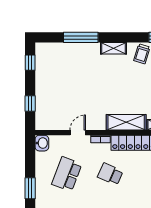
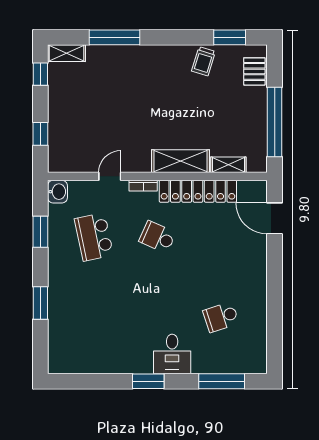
shelving: (114, 48) -> (66, 53), moved
school desk: (67, 174) -> (94, 237), turned -33
window: (30, 188) -> (40, 232), moved

